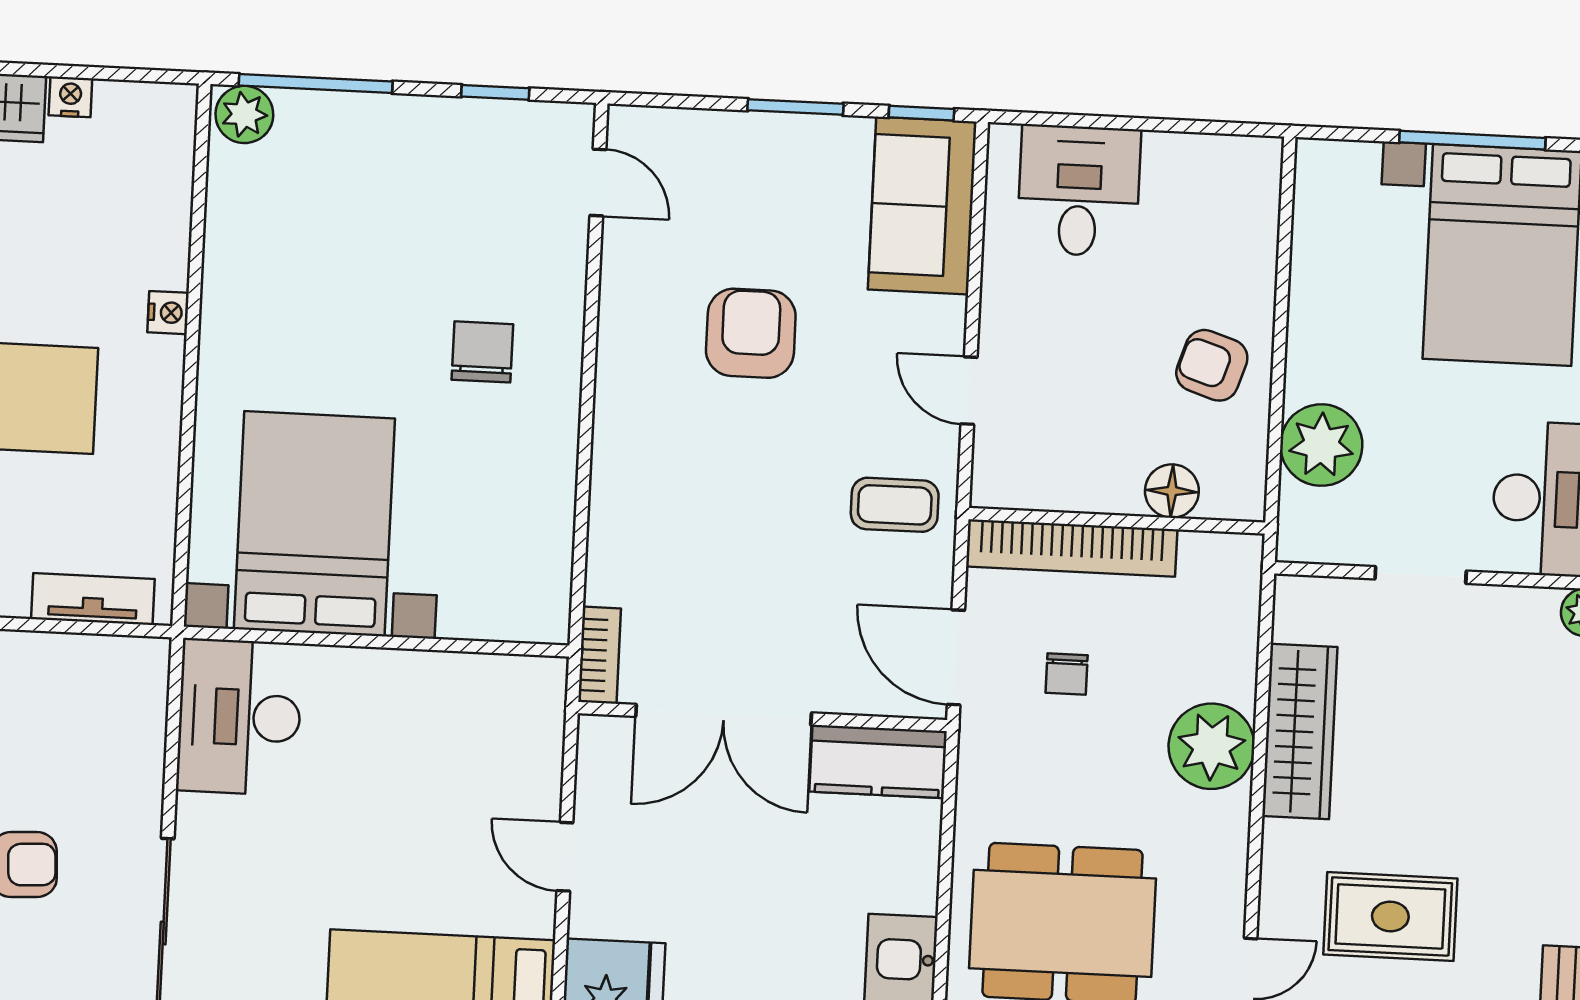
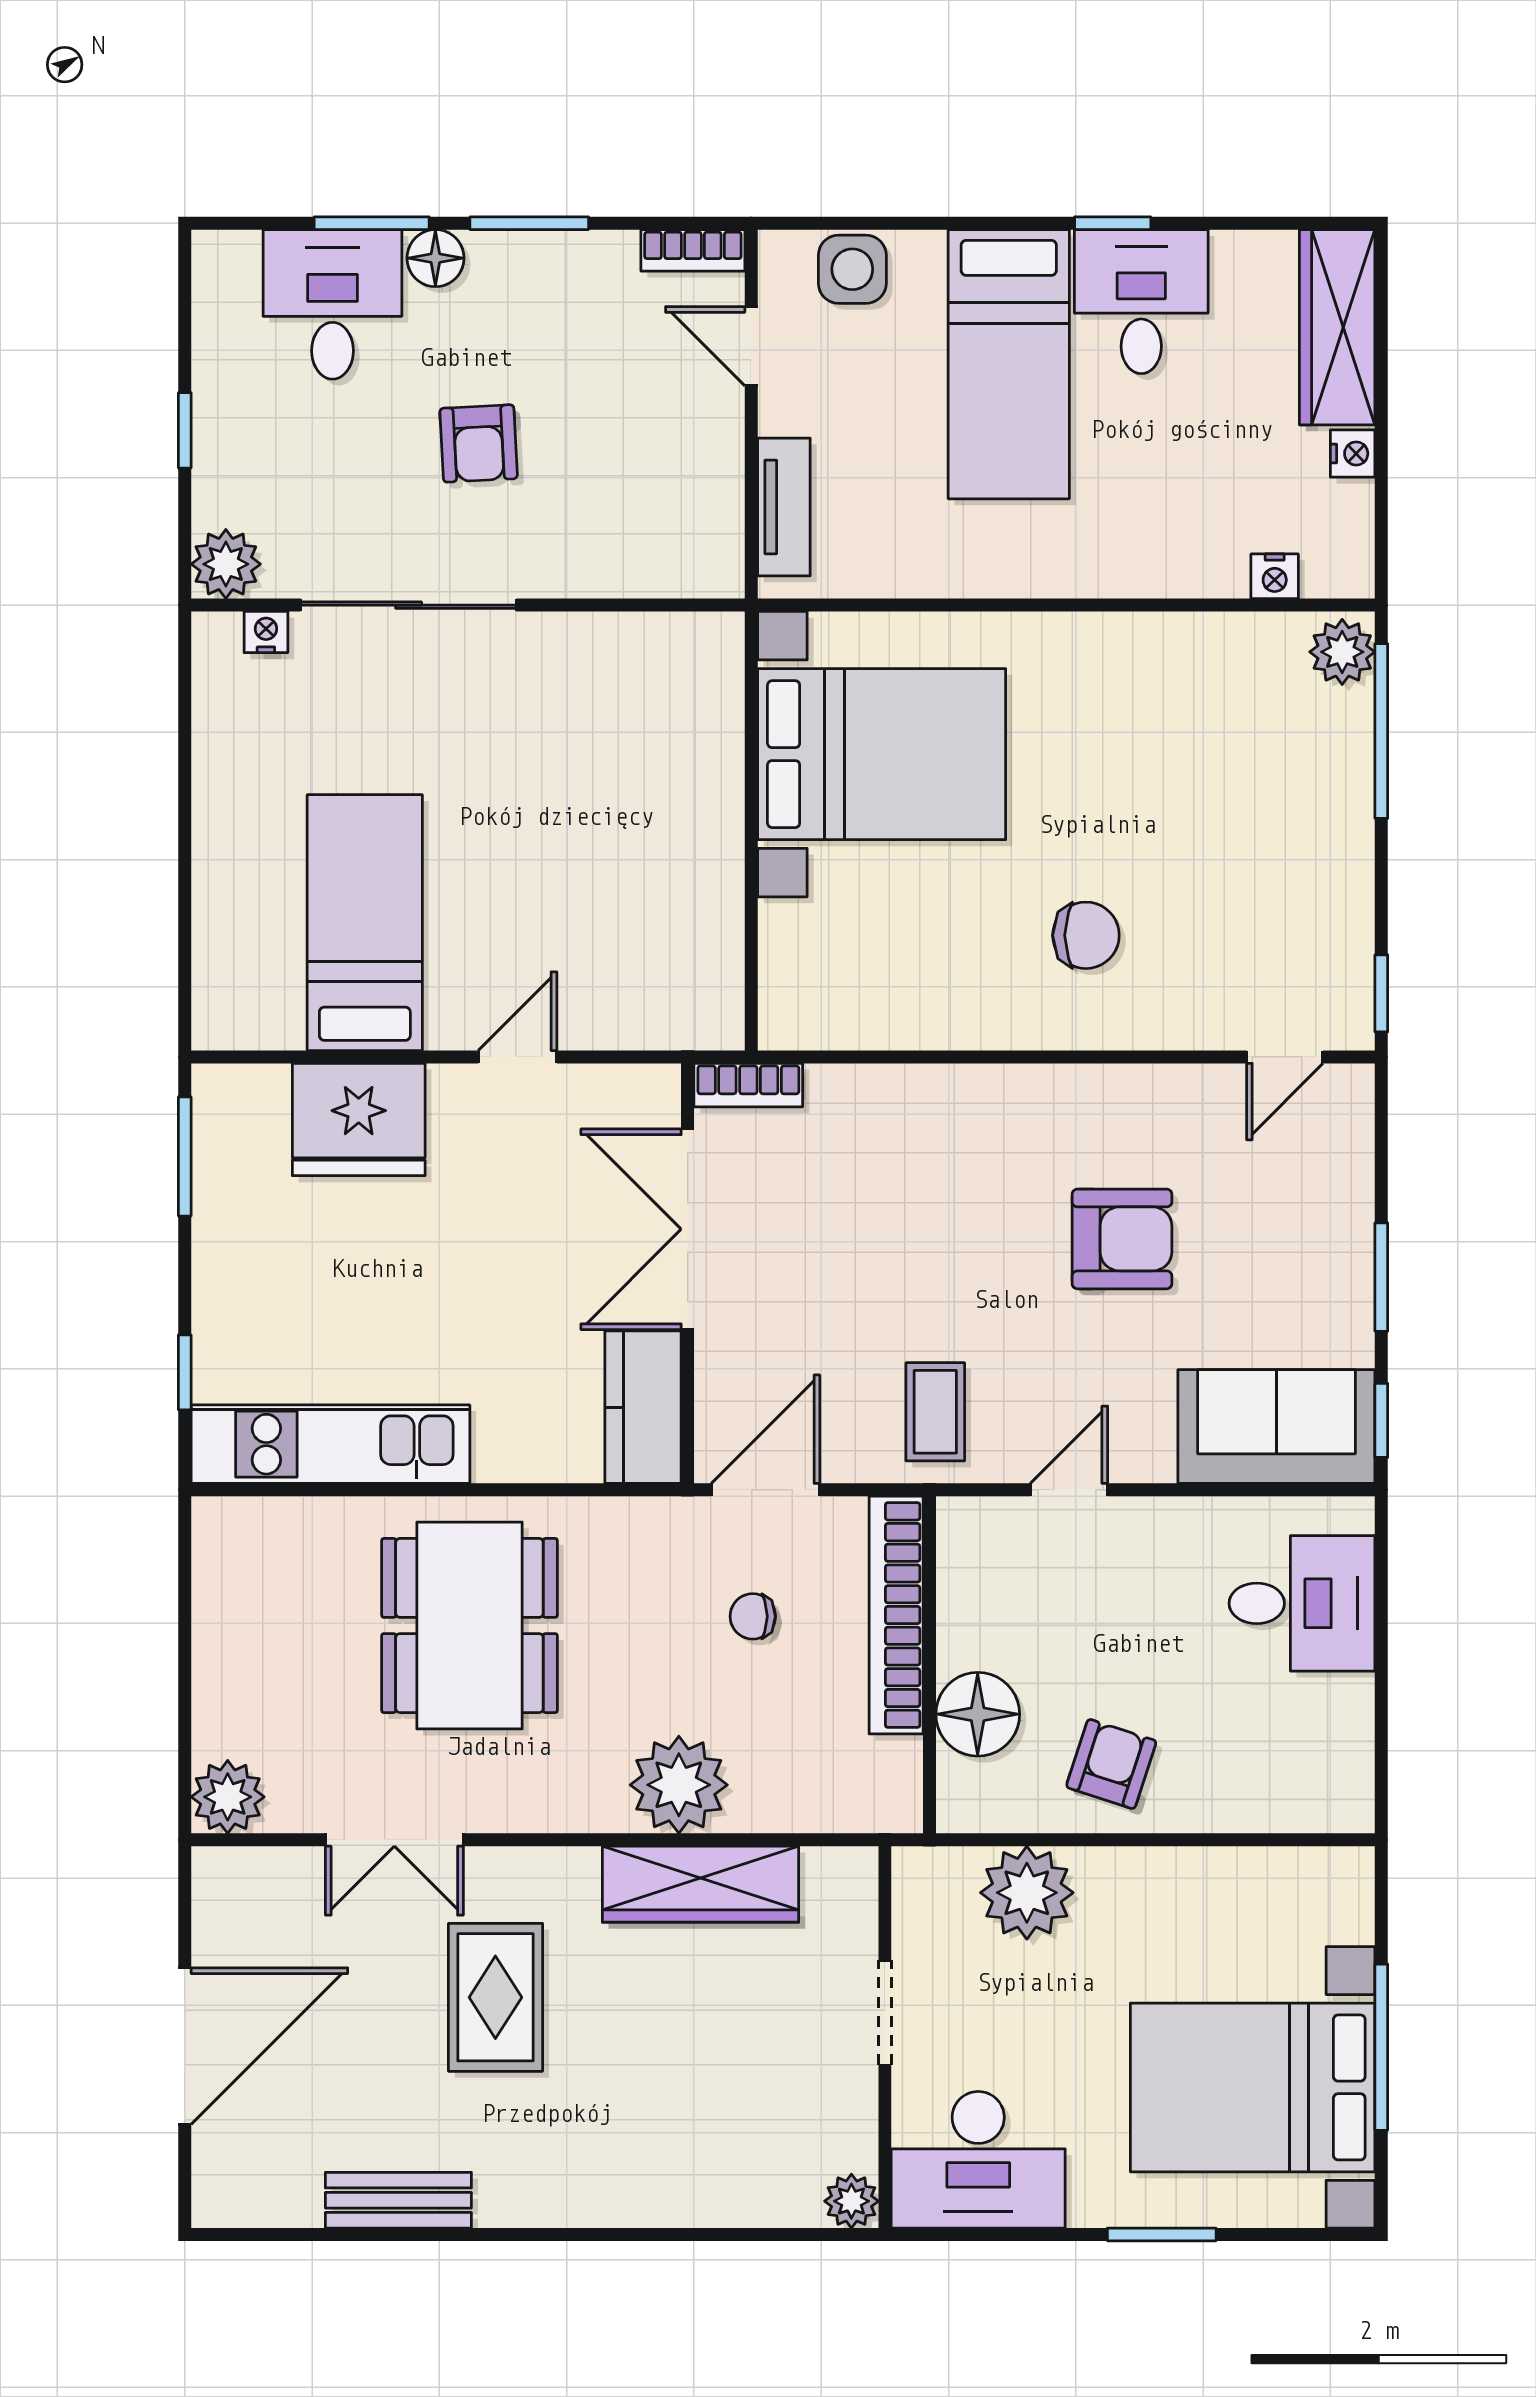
window: (495, 92) -> (1381, 993), moved
nightstand: (168, 313) -> (1275, 576), moved
floor lamp: (1172, 491) -> (978, 1714), width x1.38, depth x1.38
desk: (239, 717) -> (658, 680), removed

